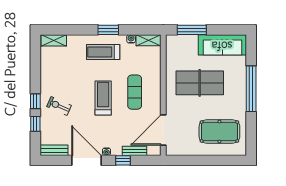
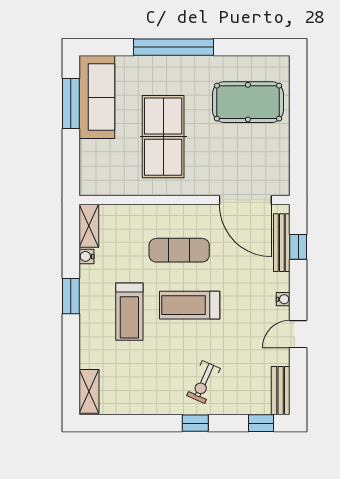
window: (192, 30) -> (71, 104), moved
treadmill: (103, 52) -> (129, 312), moved
window: (35, 124) -> (261, 423), moved
pool table: (219, 132) -> (248, 102), turned 90
bench: (134, 151) -> (282, 243), width x1.36
door: (87, 160) -> (298, 334), width x0.53
window: (123, 160) -> (298, 247), moved

